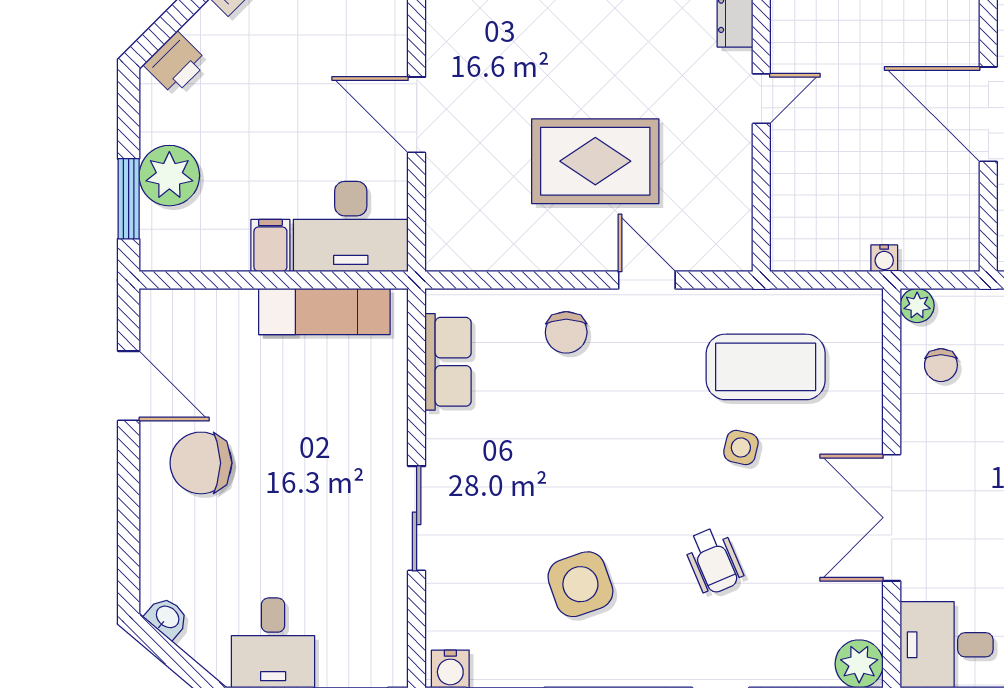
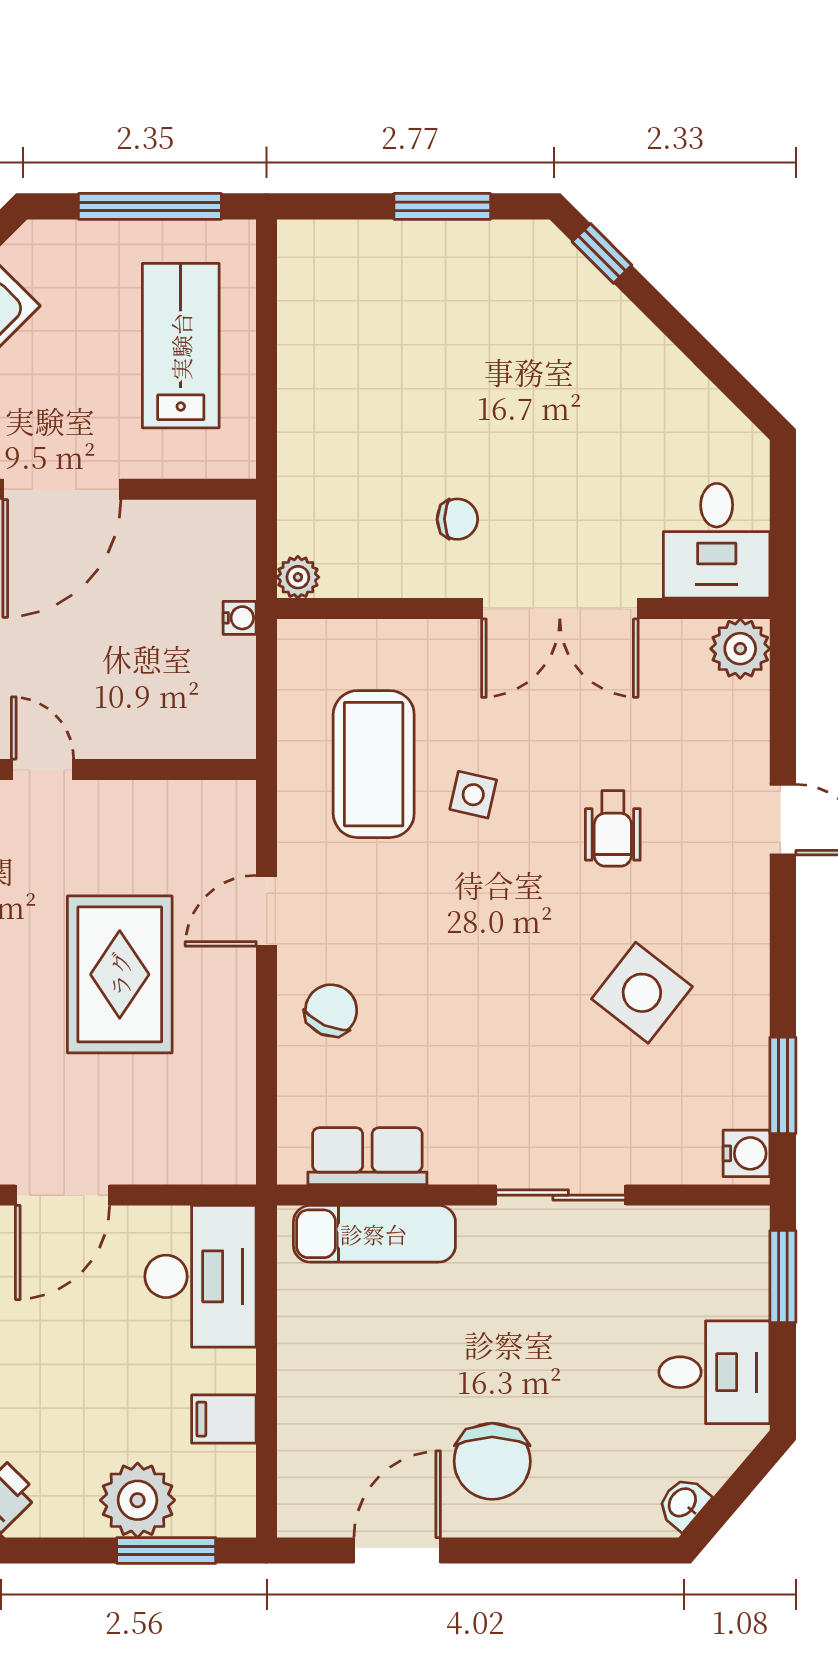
filing cabinet: (270, 246) -> (224, 1419), moved
exam couch: (324, 312) -> (374, 1234), moved, turned 90
chair: (566, 332) -> (331, 1010), turned -66
chair: (941, 365) -> (457, 519), moved
wheelchair: (714, 561) -> (613, 828), turned 113
side table: (580, 584) -> (642, 993), turned -33

